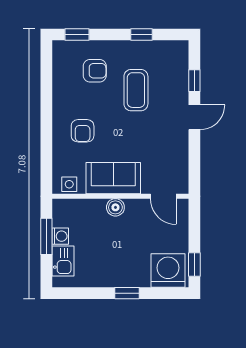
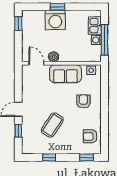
armchair: (95, 71) -> (90, 136), moved
coffee table: (136, 90) -> (52, 125), turned 34
boiler: (115, 207) -> (54, 57), moved
window: (46, 236) -> (105, 40), width x1.44
washing machine: (168, 271) -> (55, 20), moved

